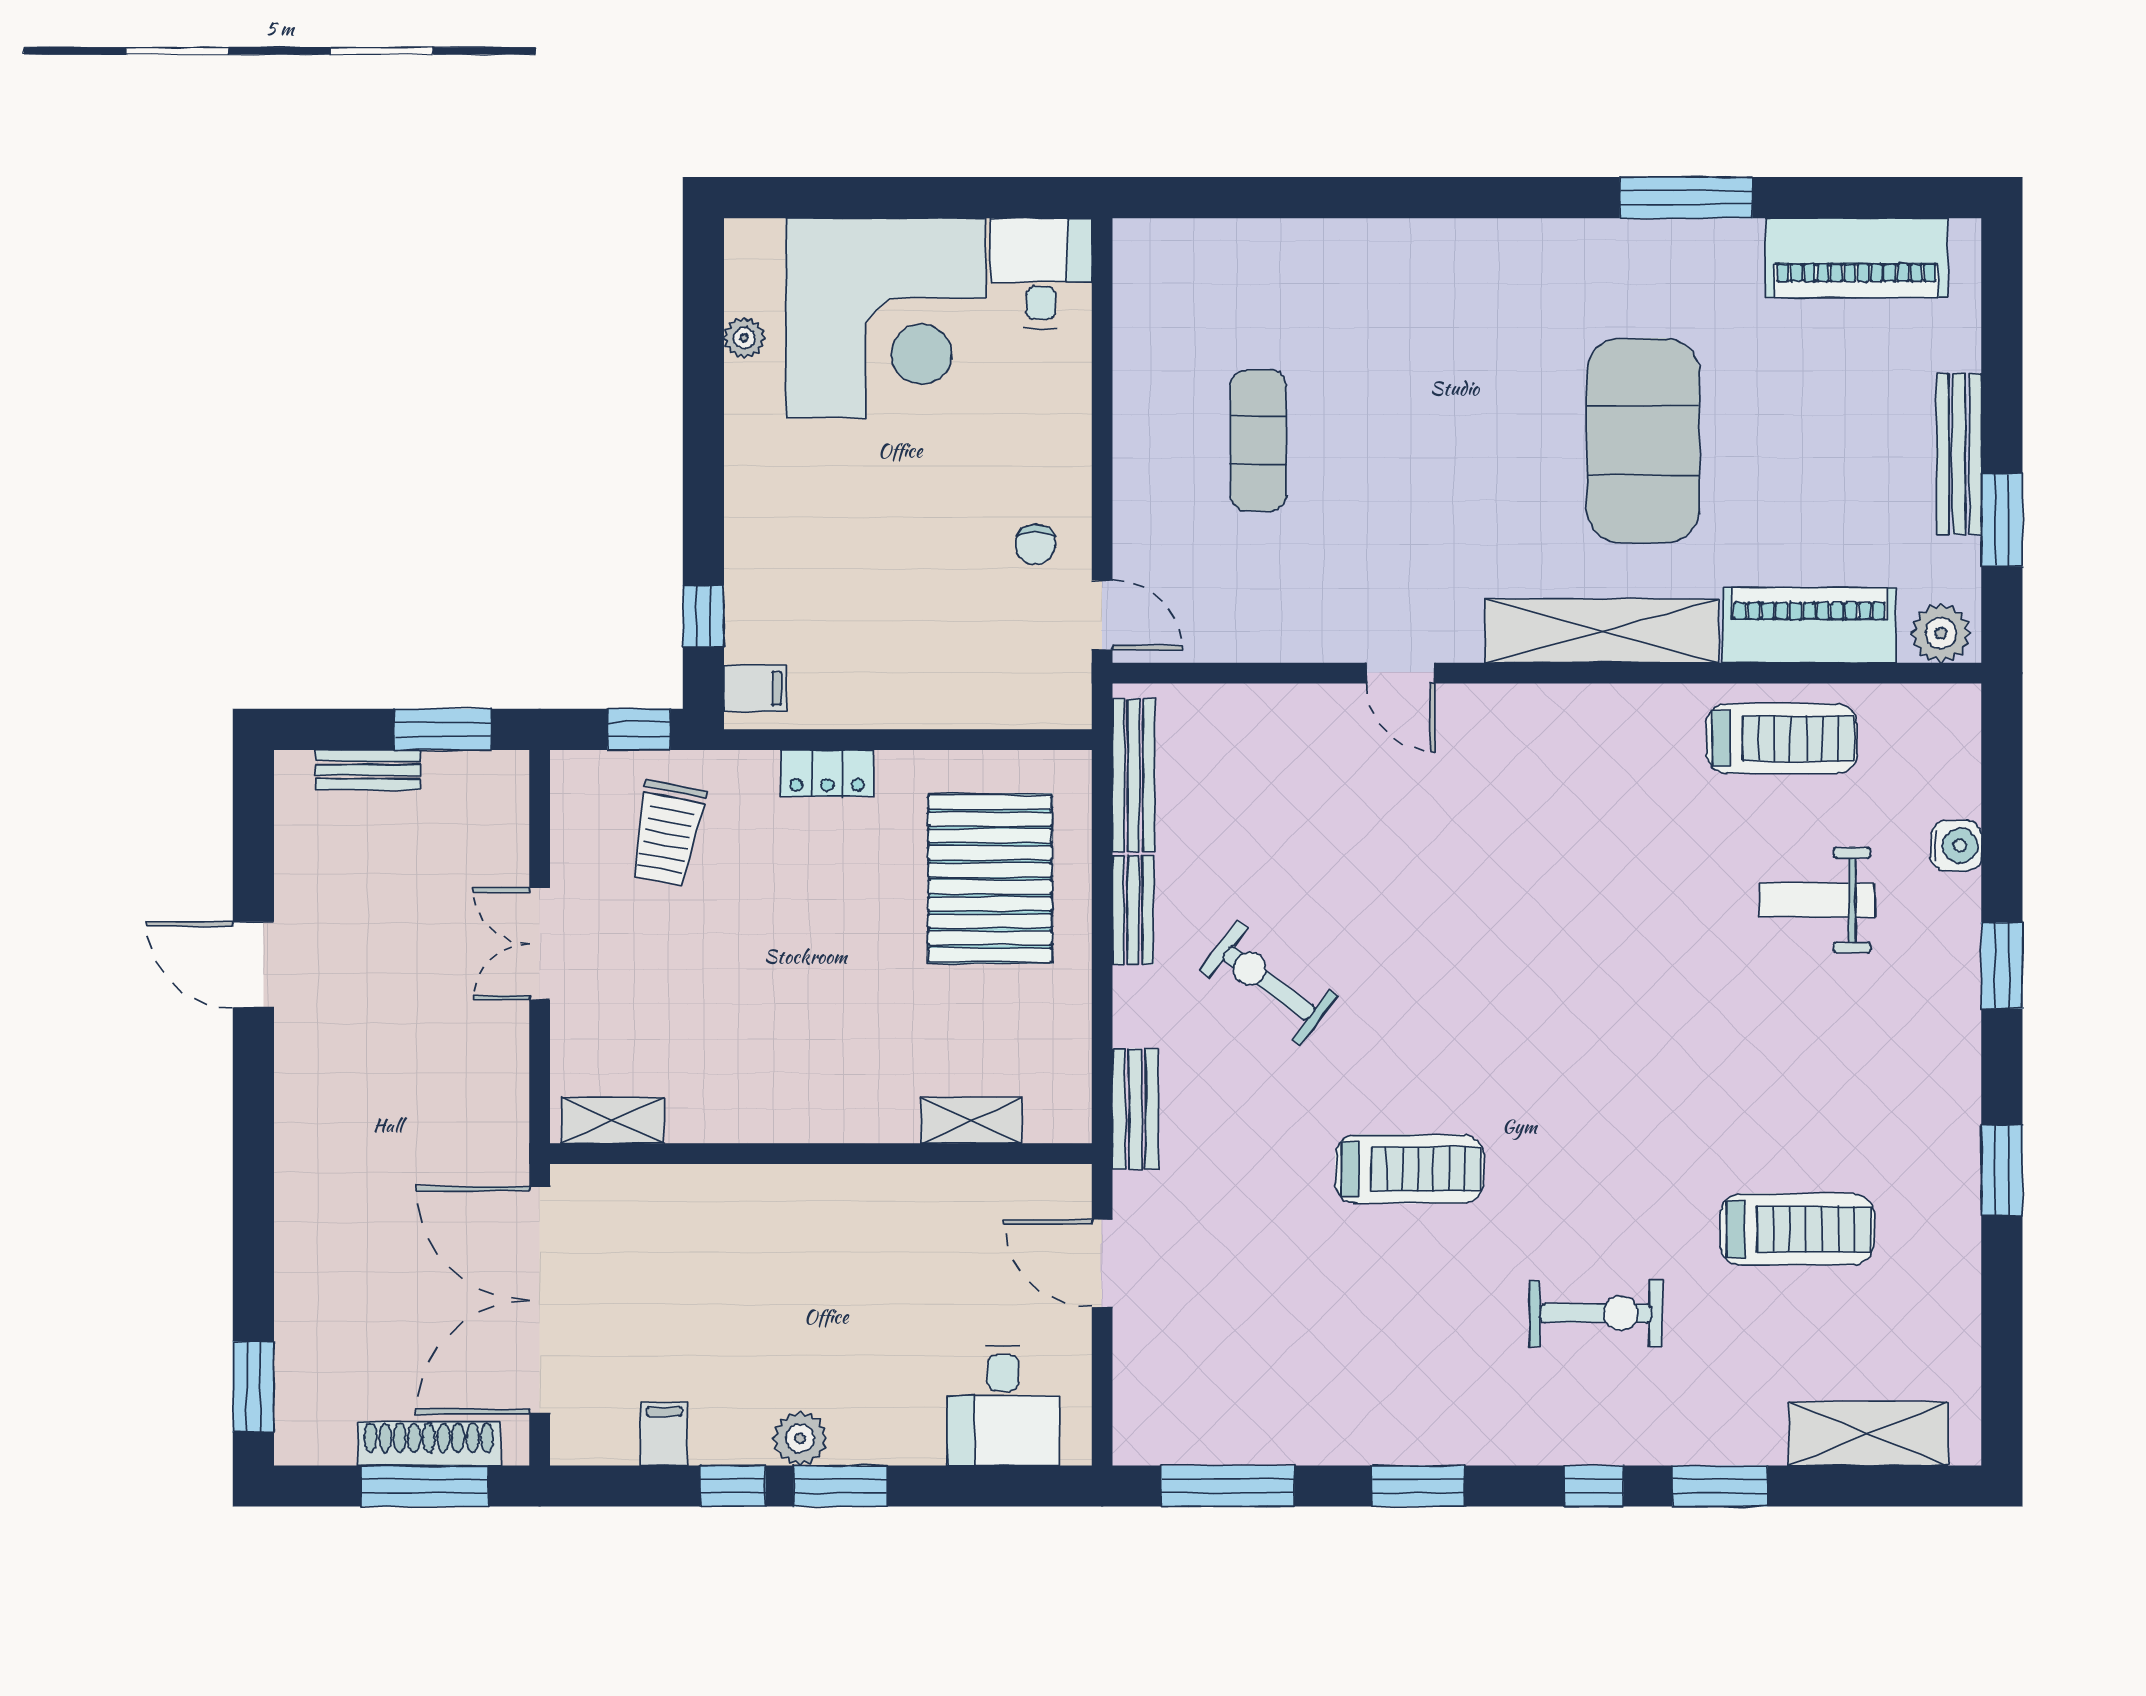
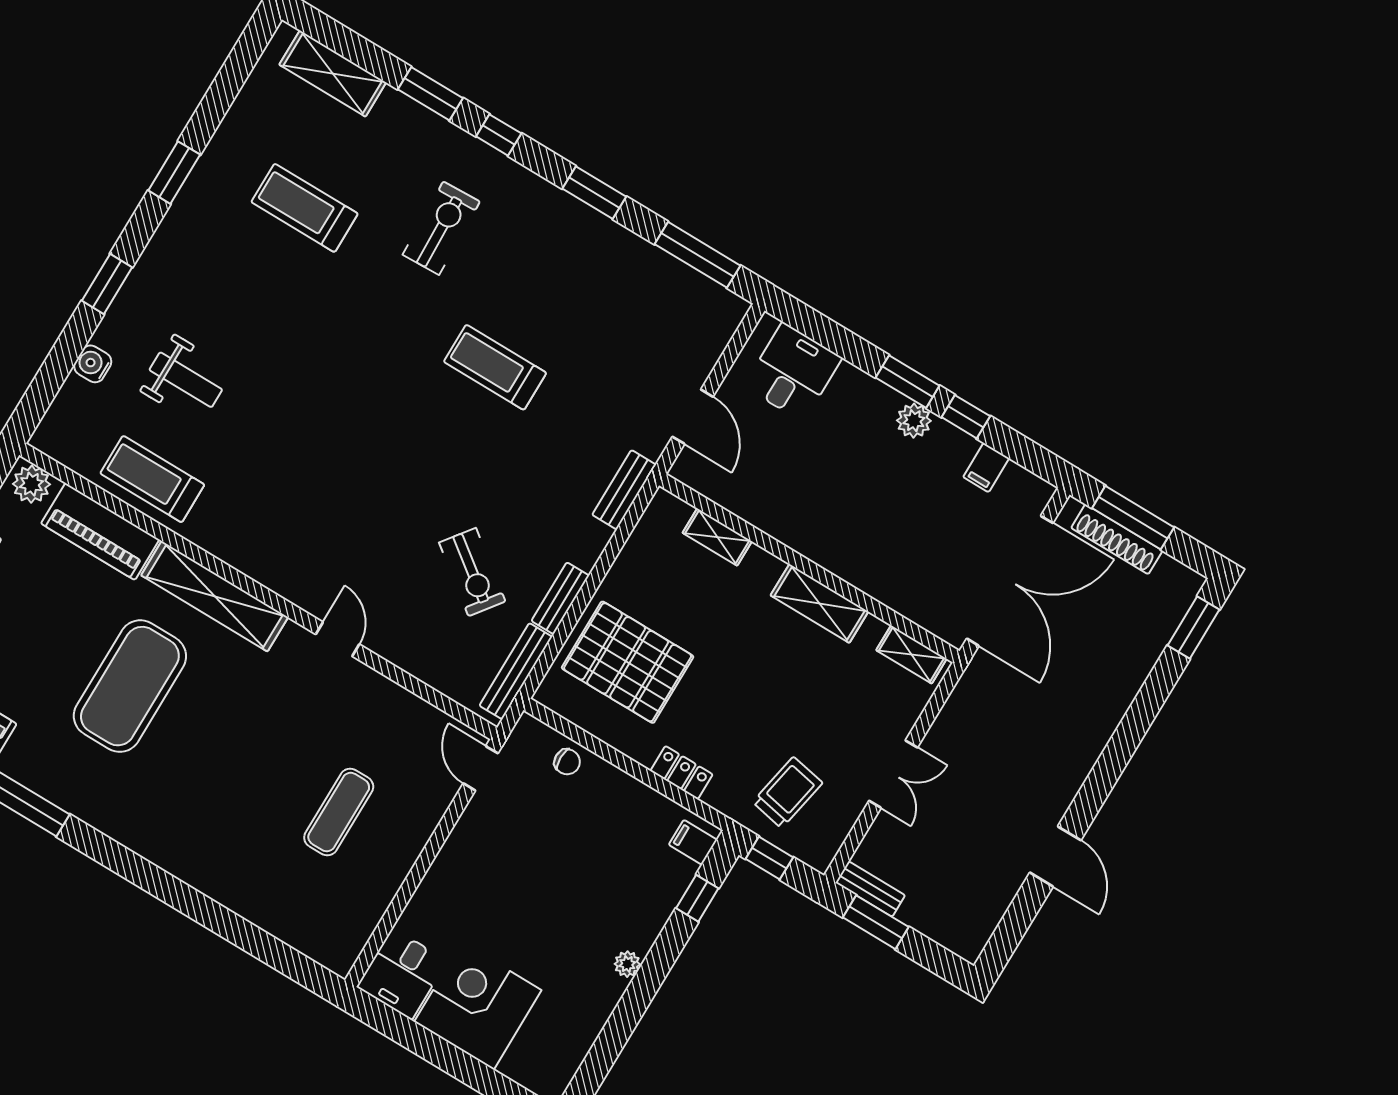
corner desk: (886, 318) -> (478, 1006), width x0.74, depth x0.74
plant: (744, 338) -> (627, 964), moved
chair: (1036, 544) -> (567, 762), moved, turned 90
bench: (368, 770) -> (870, 889), moved
pallet: (990, 878) -> (628, 662), turned 90
exercise bike: (1269, 983) -> (472, 572), moved
shelving: (779, 1114) -> (819, 603), added
exercise bike: (1596, 1313) -> (441, 228), turned 88

